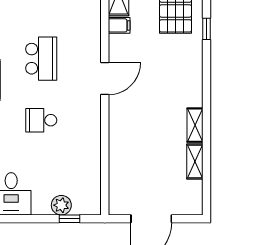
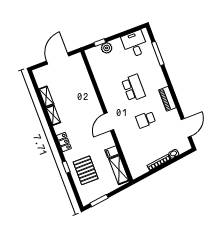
school desk: (41, 59) -> (146, 120), width x0.54
locker: (194, 73) -> (64, 142), added
school desk: (41, 120) -> (134, 88), width x1.85

